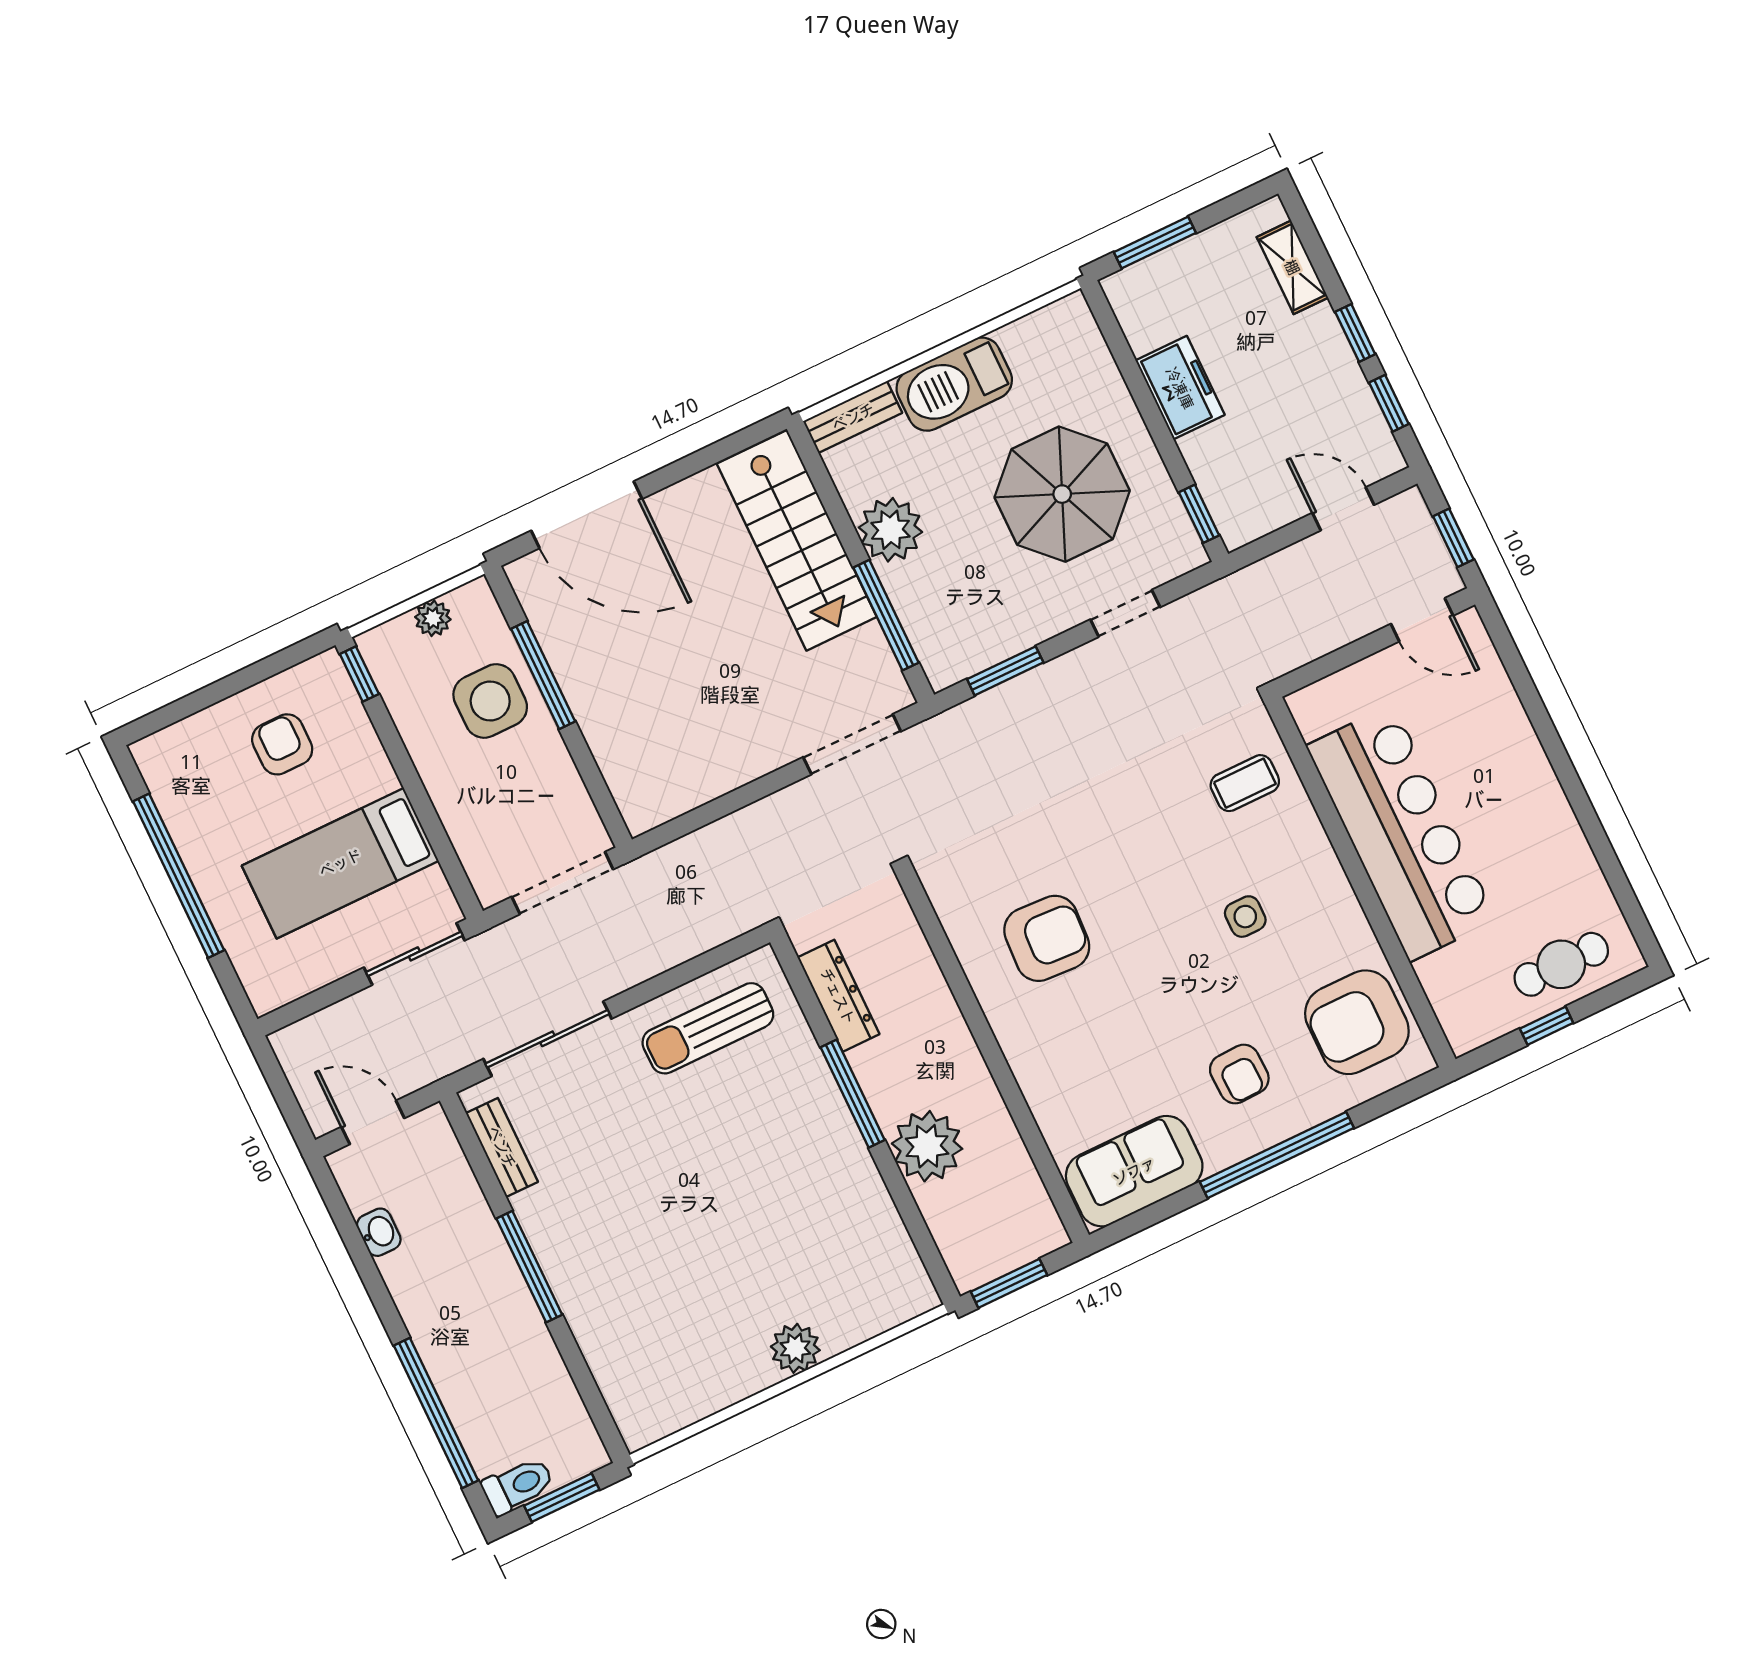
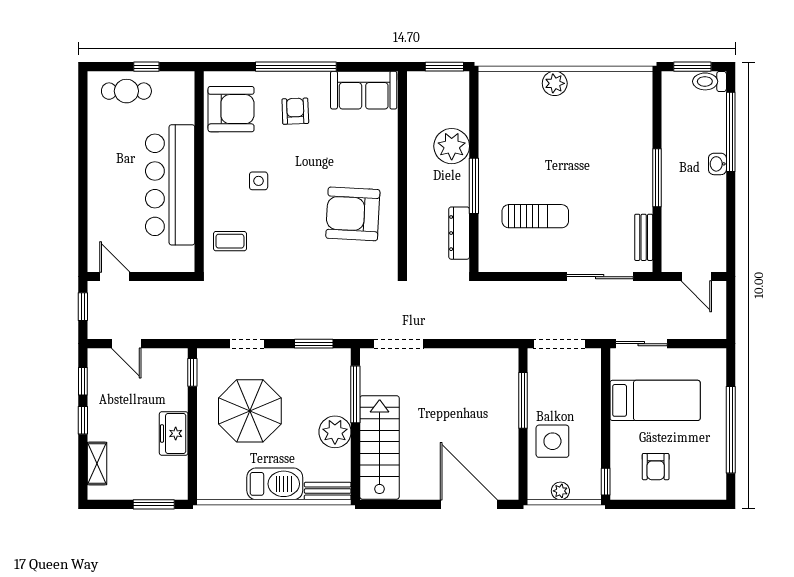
window: (543, 675) -> (523, 400), moved
armchair: (1047, 938) -> (353, 214), width x1.36, depth x1.36
sun lounger: (708, 1028) -> (535, 216), moved
washbasin: (379, 1232) -> (717, 164), moved

